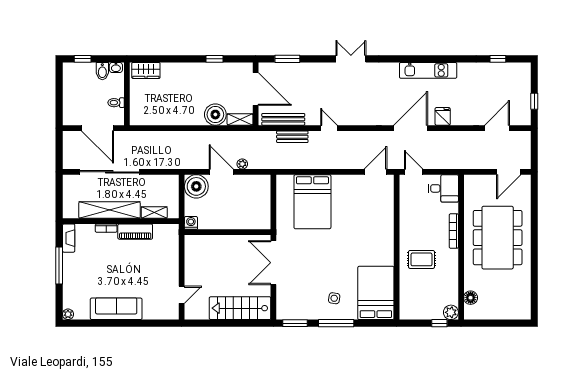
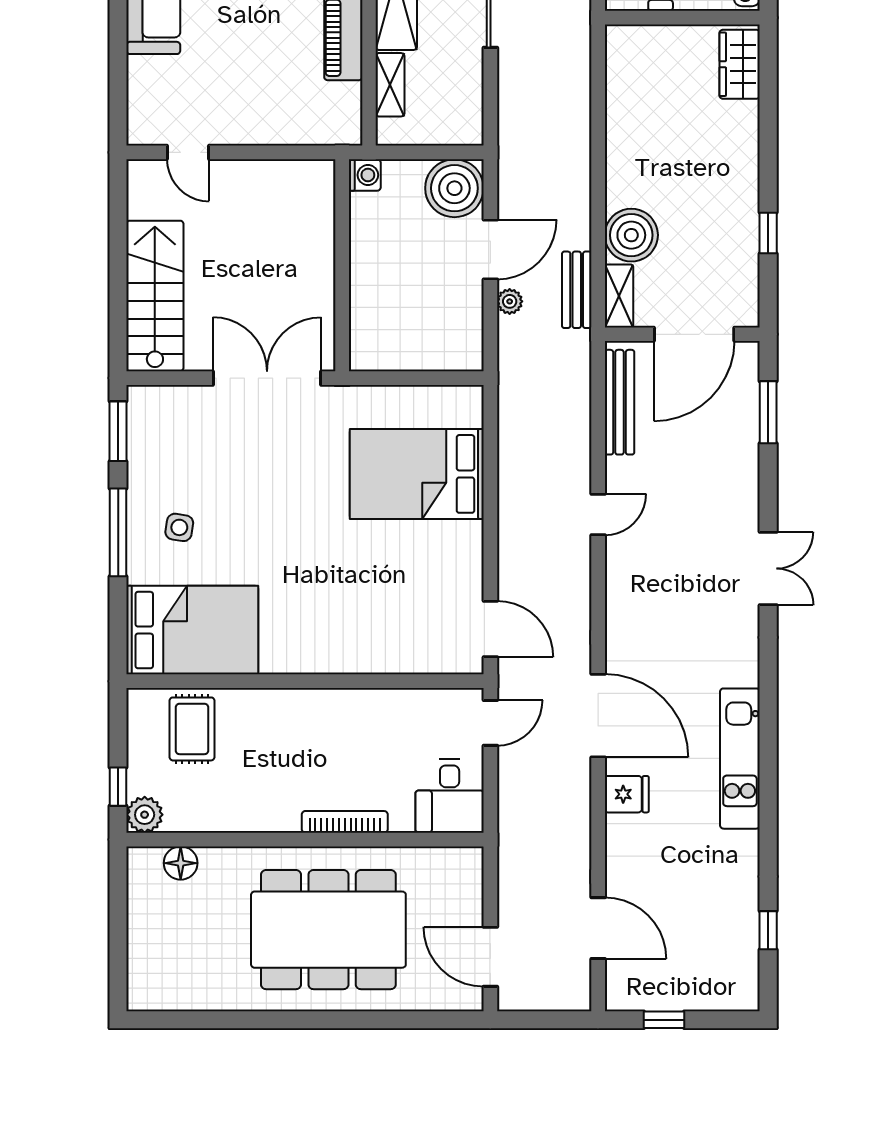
bench: (292, 137) -> (577, 290), moved
rug: (421, 259) -> (192, 729), moved

